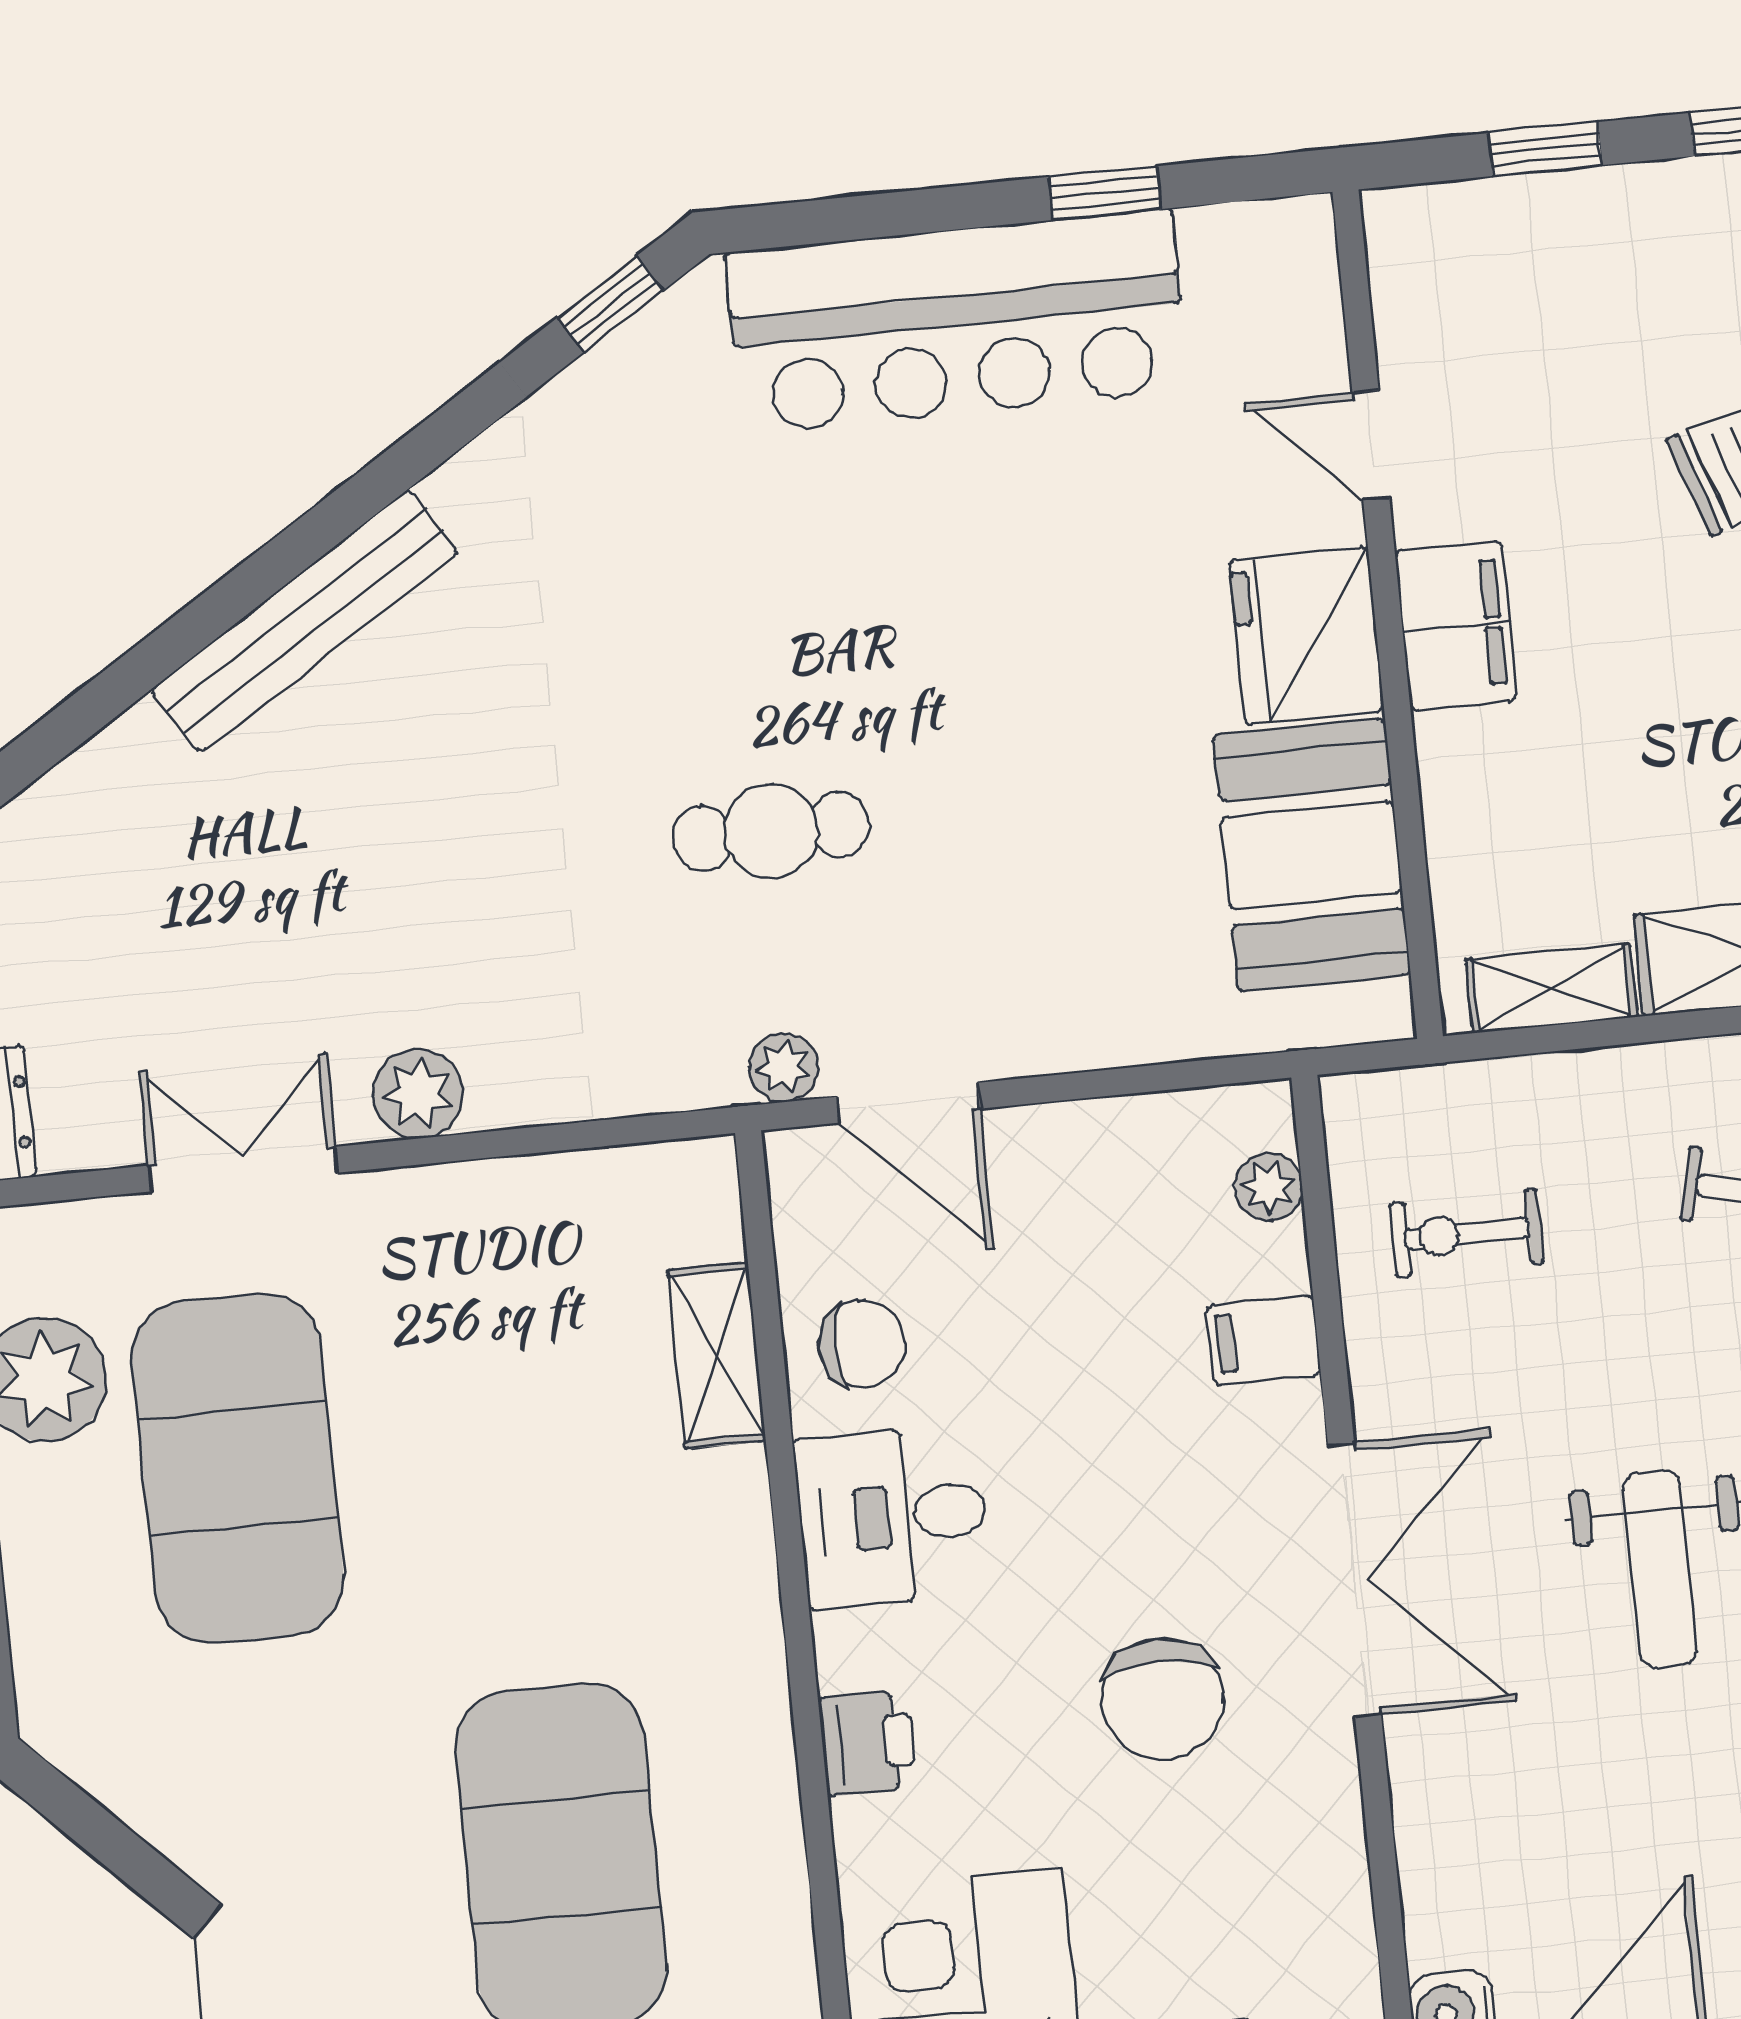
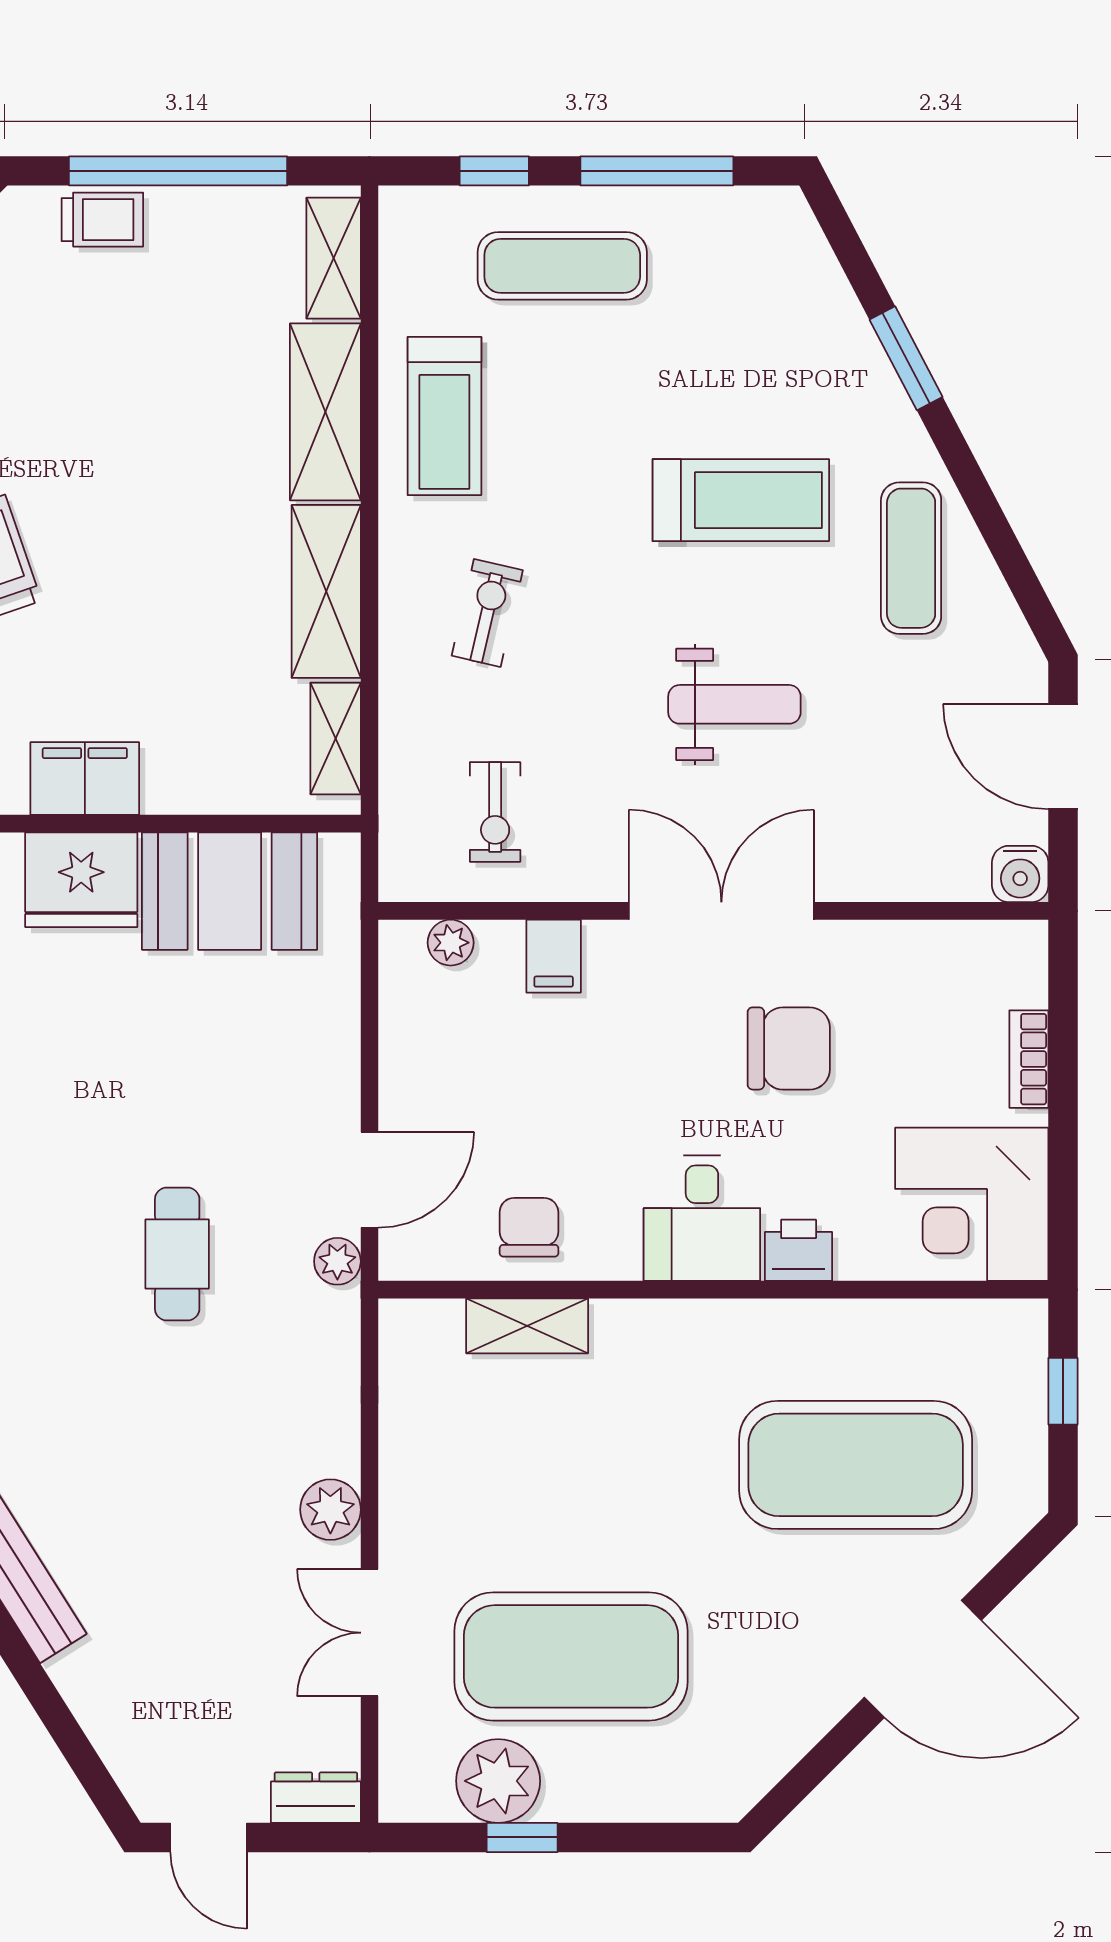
desk: (893, 1516) -> (702, 1218), moved

